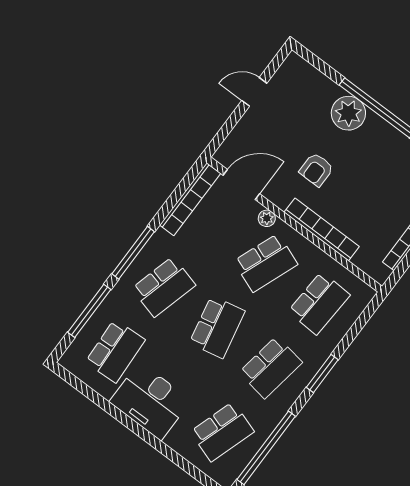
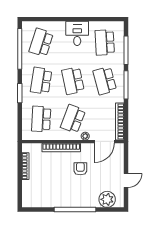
plant: (348, 113) -> (107, 199), moved
school desk: (164, 287) -> (105, 81), turned -30
desk: (150, 401) -> (77, 33), width x0.73

